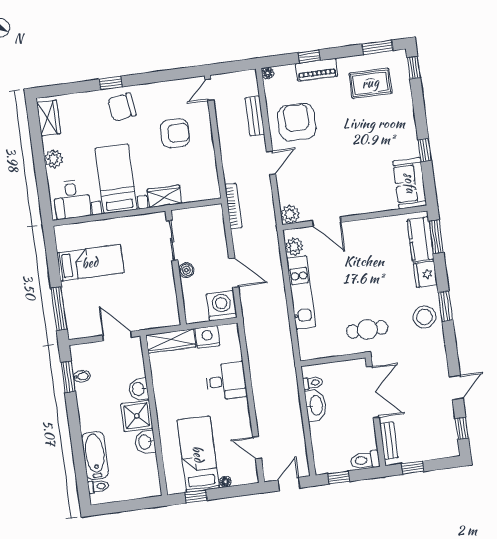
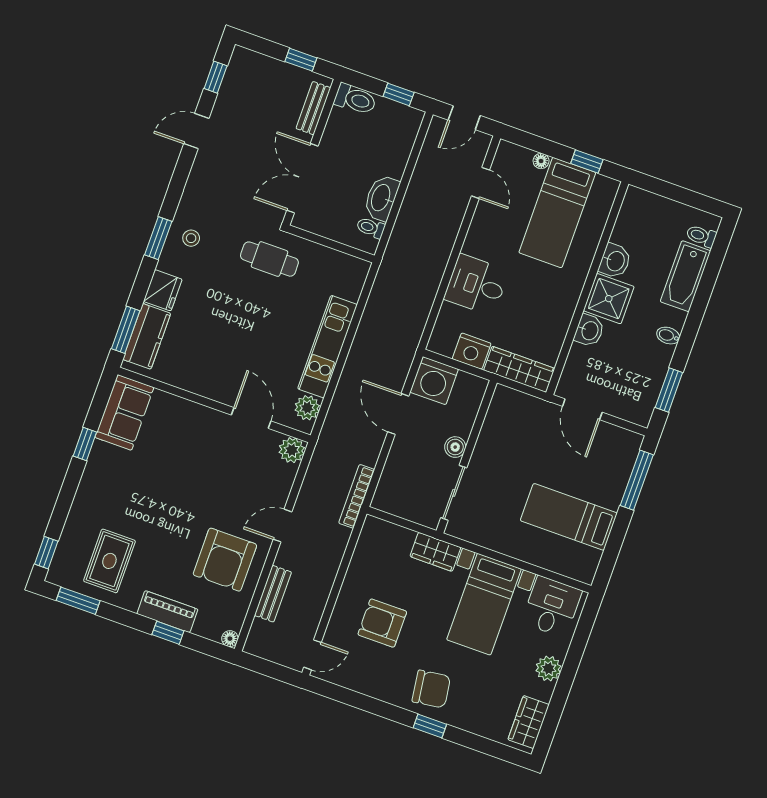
rug: (370, 83) -> (109, 561), turned 90
stool: (424, 317) -> (191, 238), width x0.53, depth x0.53
bidet: (82, 376) -> (668, 336), moved

